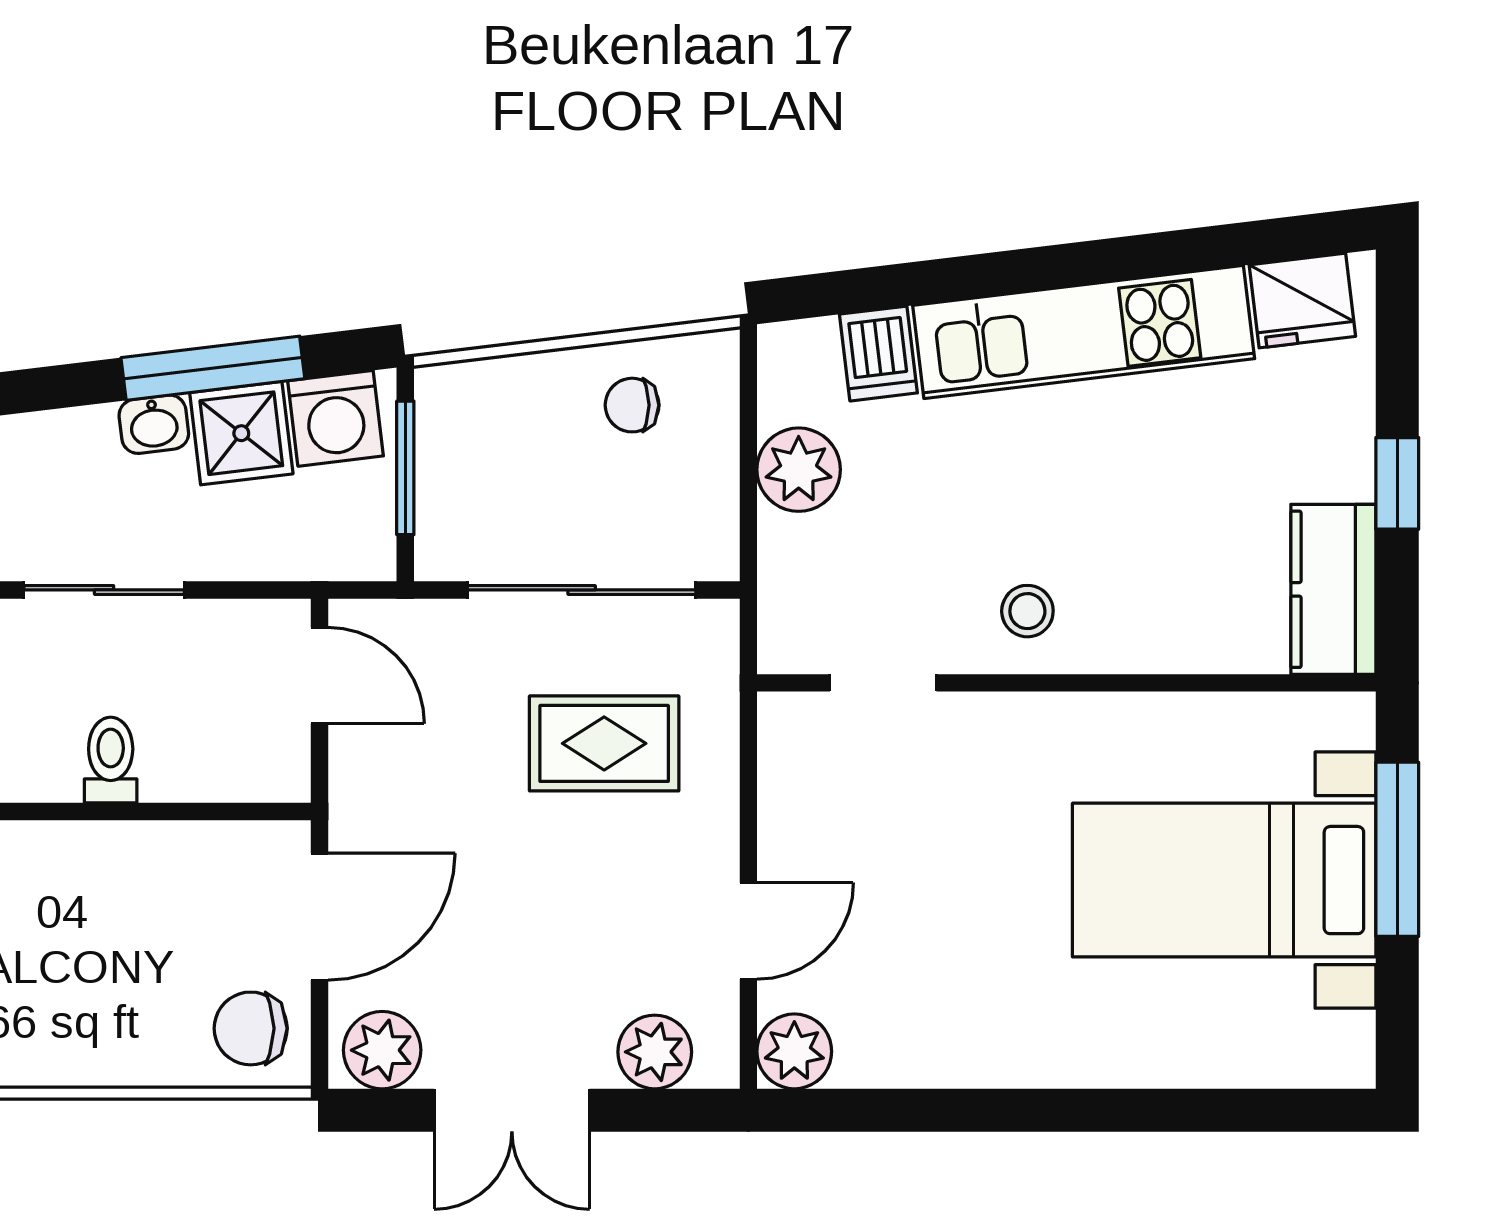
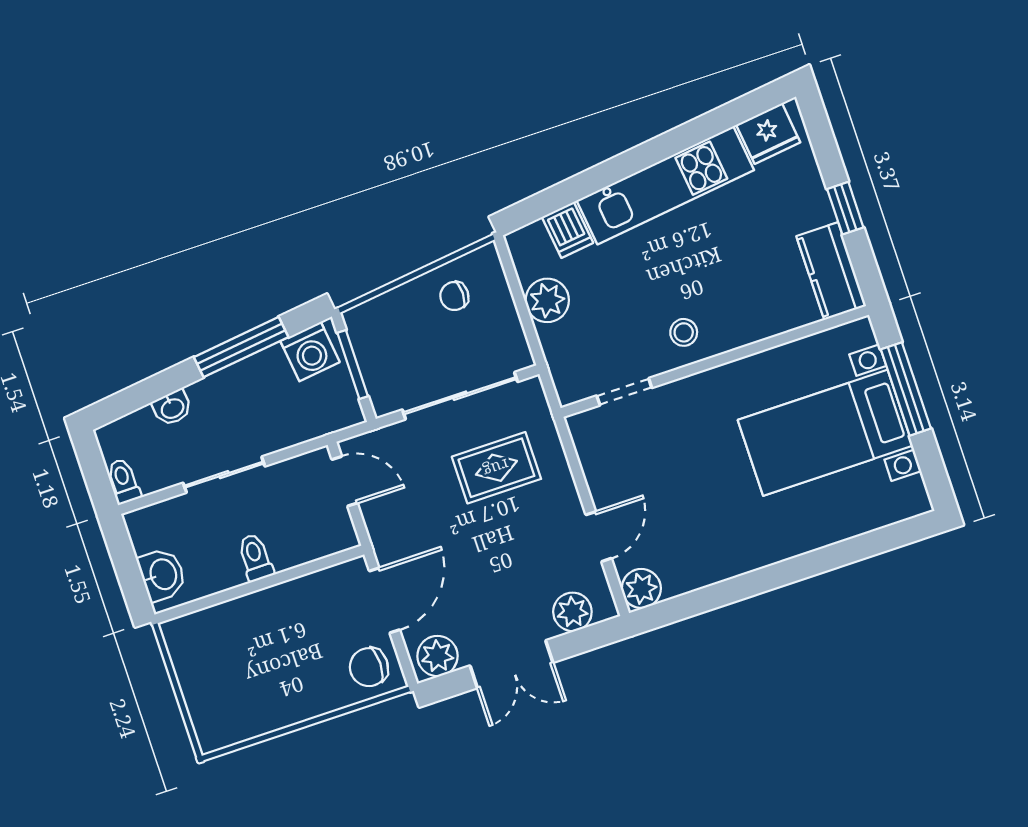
washbasin: (154, 424) -> (172, 408), moved
shower: (241, 433) -> (266, 374), removed

